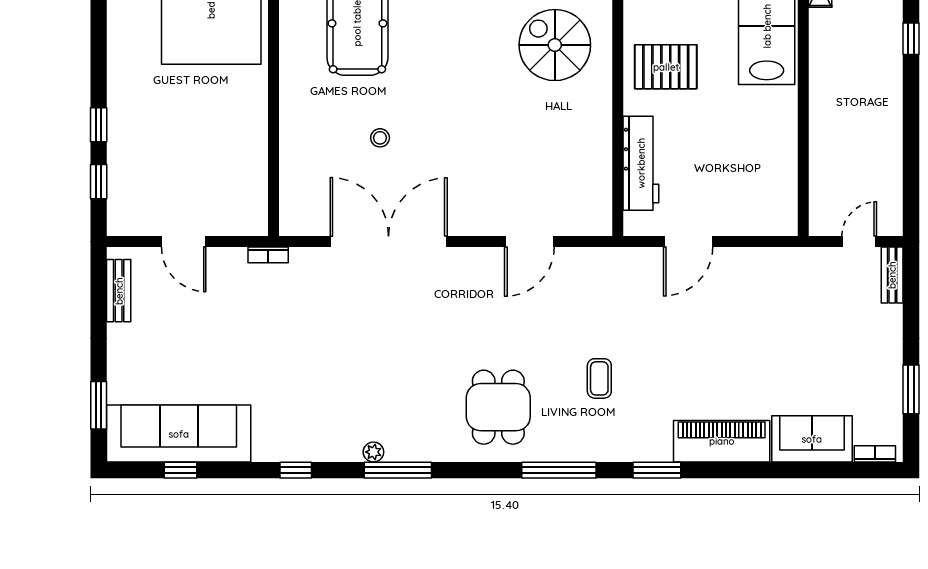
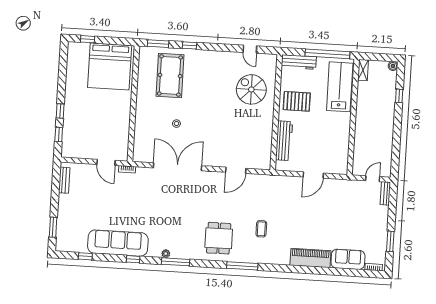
door: (184, 242) -> (106, 162), moved
door: (688, 242) -> (313, 175), moved
sofa: (179, 434) -> (118, 243), moved
window: (657, 470) -> (283, 268), removed

